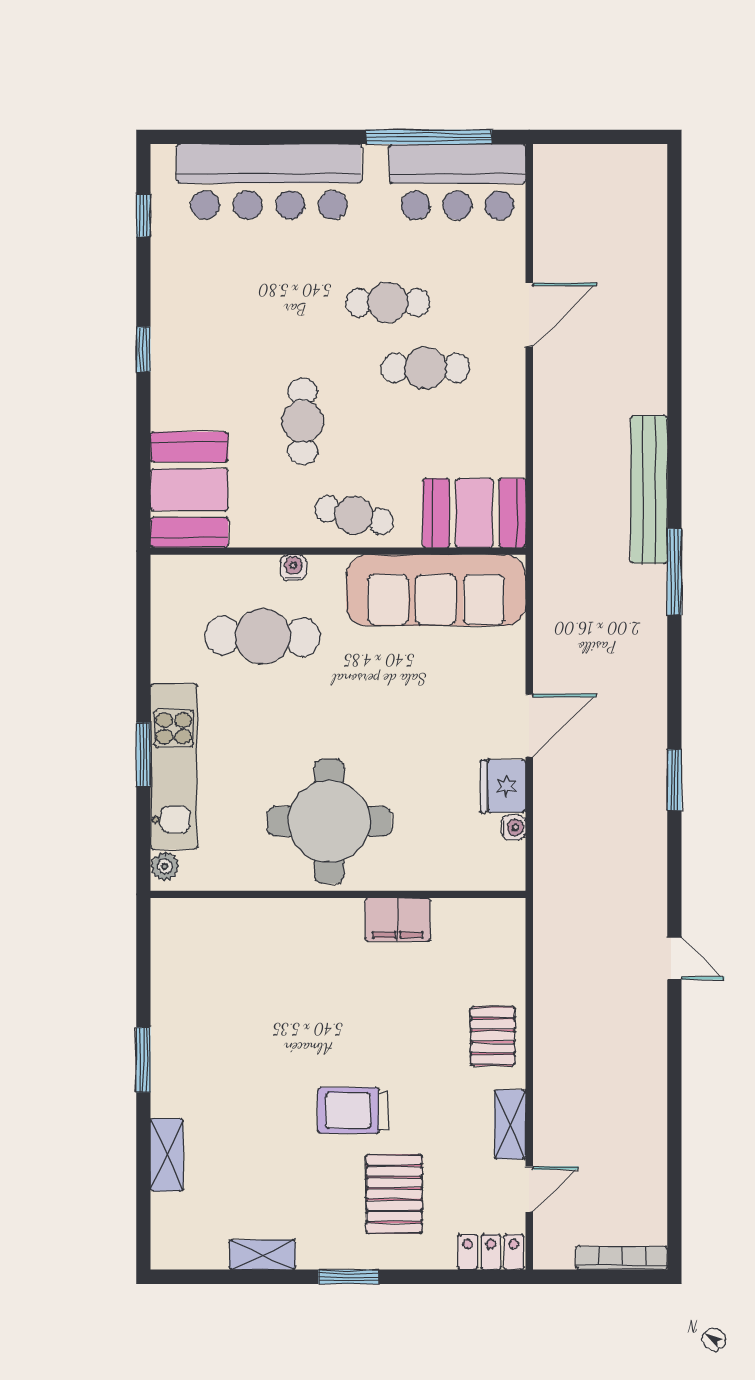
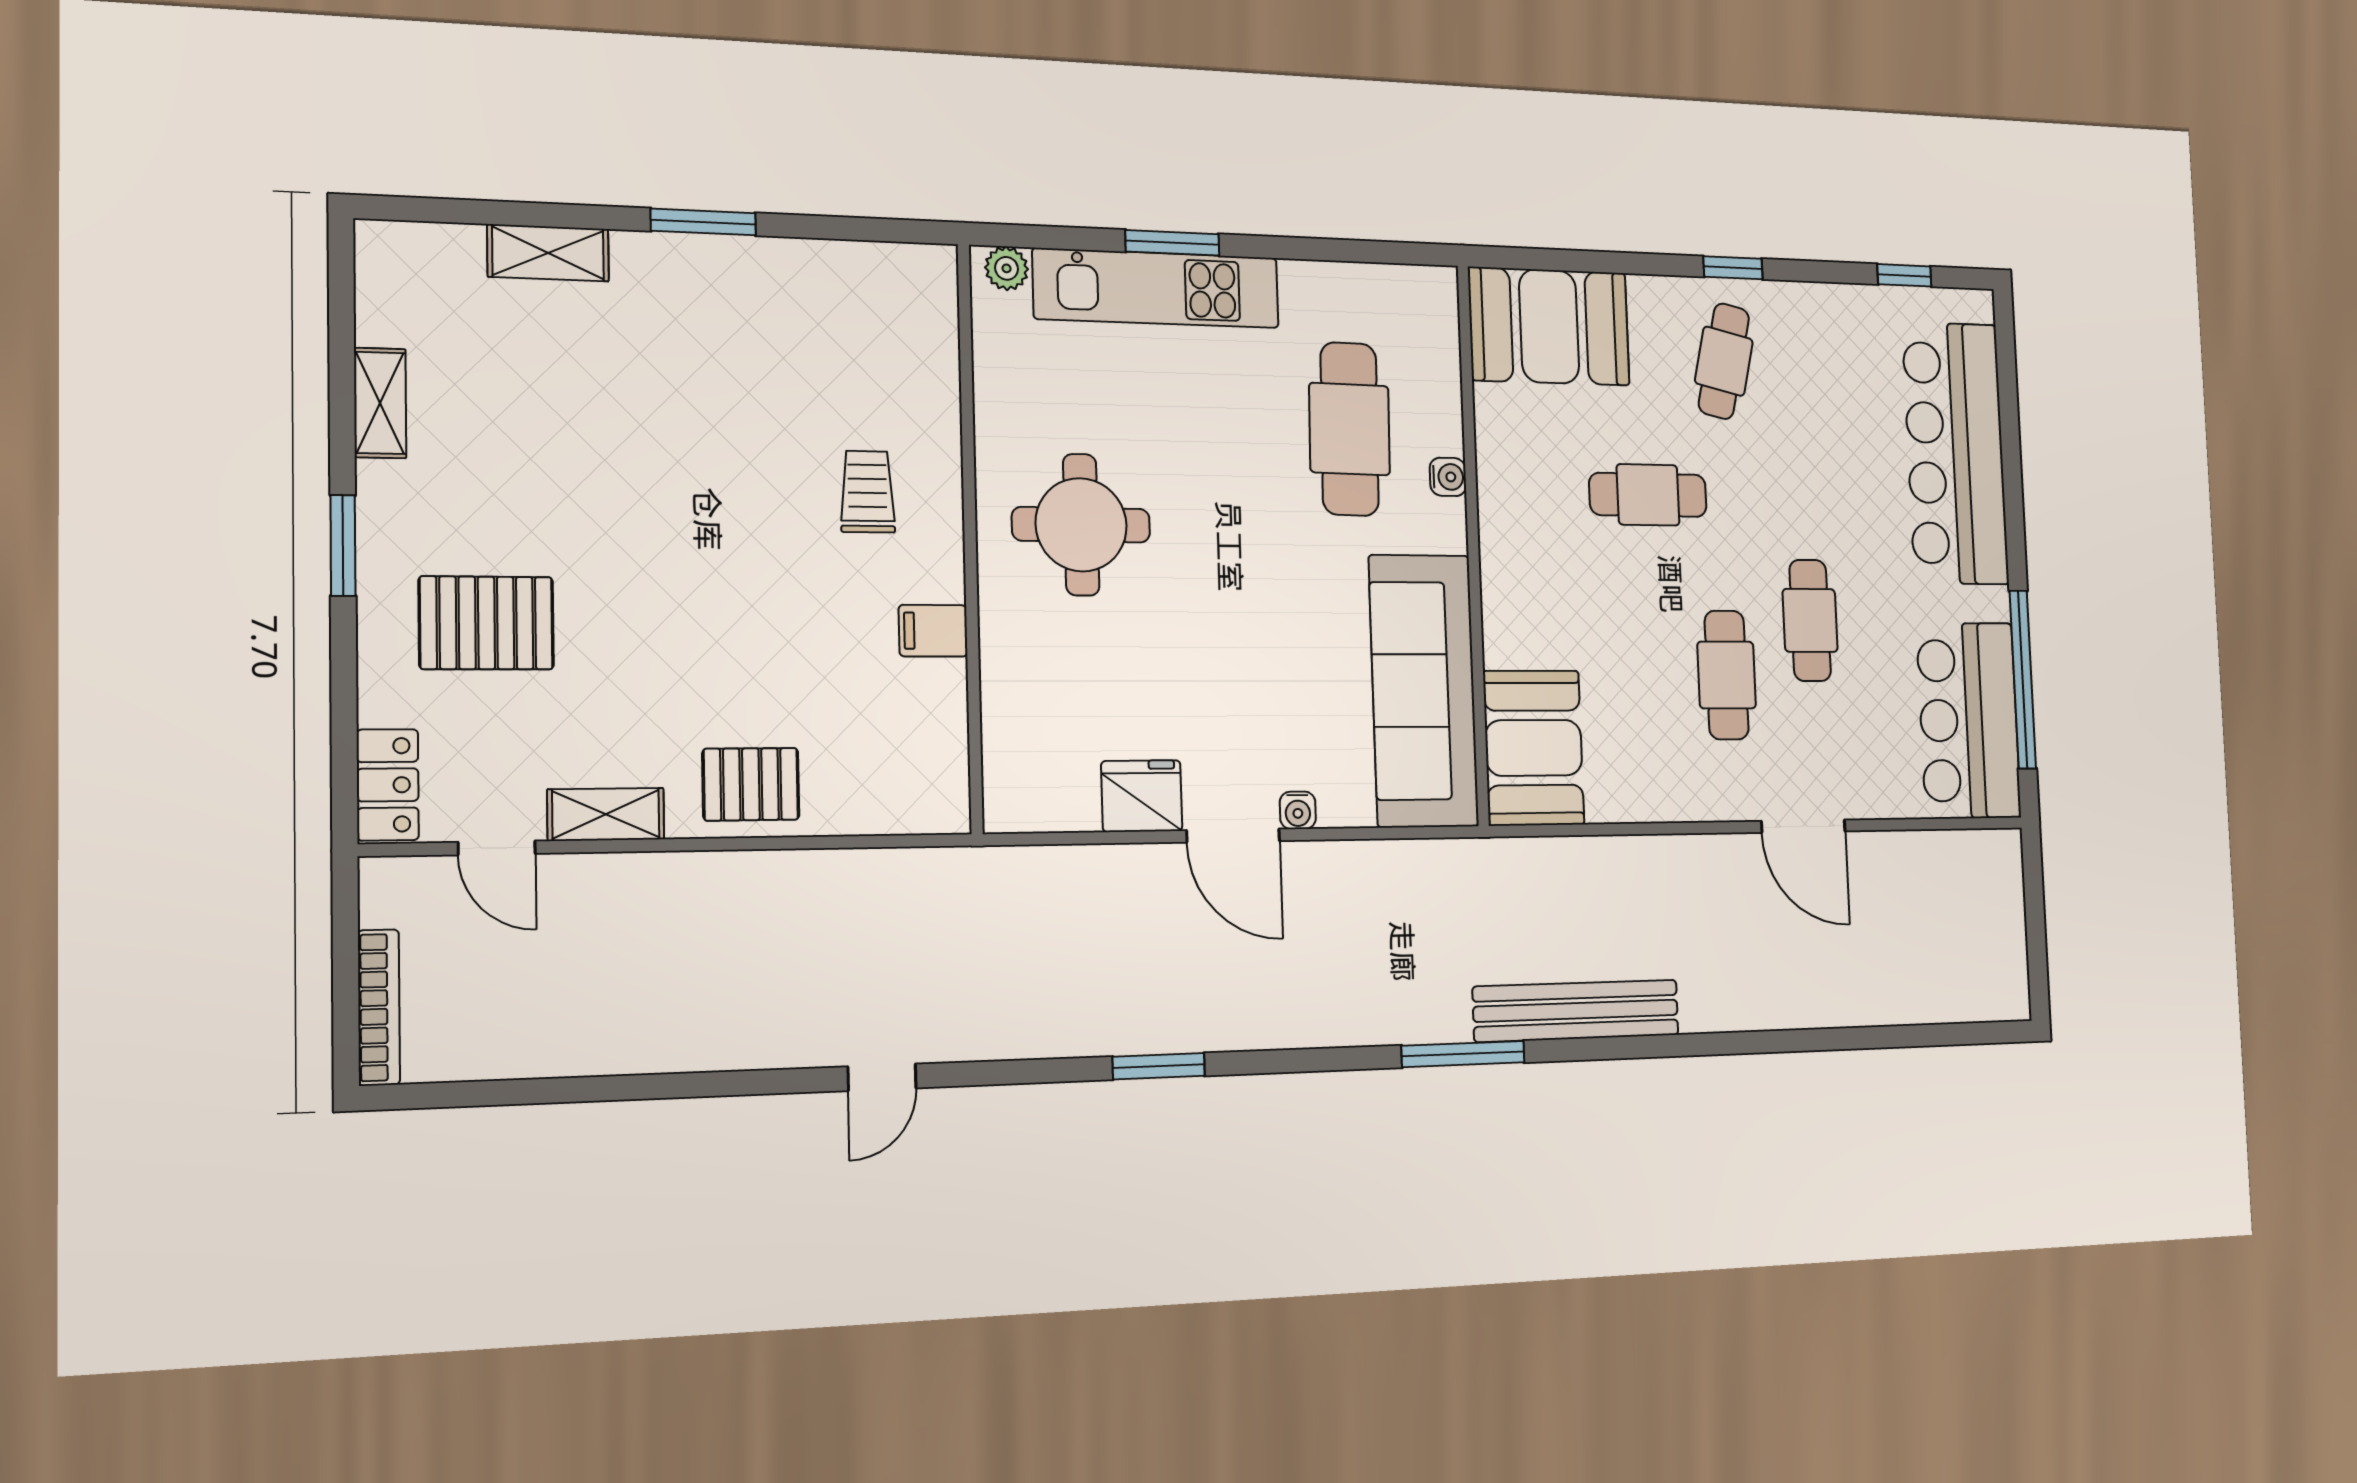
cafe table: (354, 515) -> (1724, 361), moved
round table: (329, 821) -> (1081, 525), width x0.73, depth x0.73
water cooler: (514, 827) -> (1298, 810), moved
filing cabinet: (398, 920) -> (933, 631), width x0.50
trolley: (353, 1111) -> (867, 492), moved, width x0.73, depth x0.72

